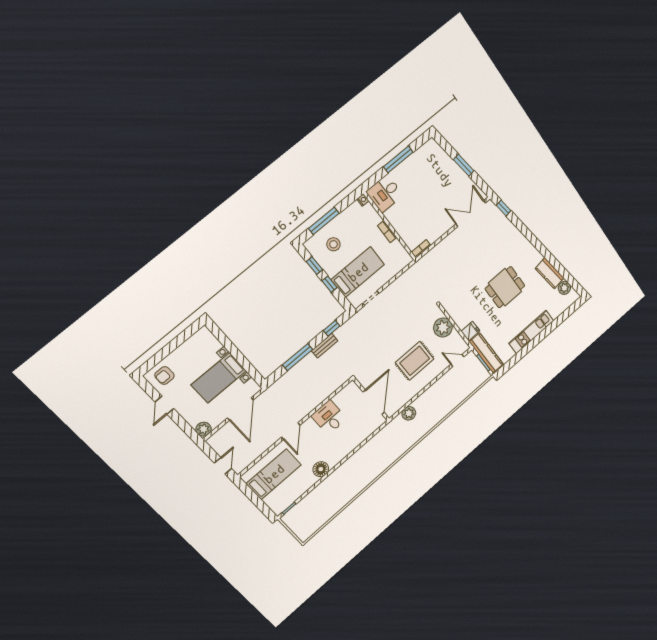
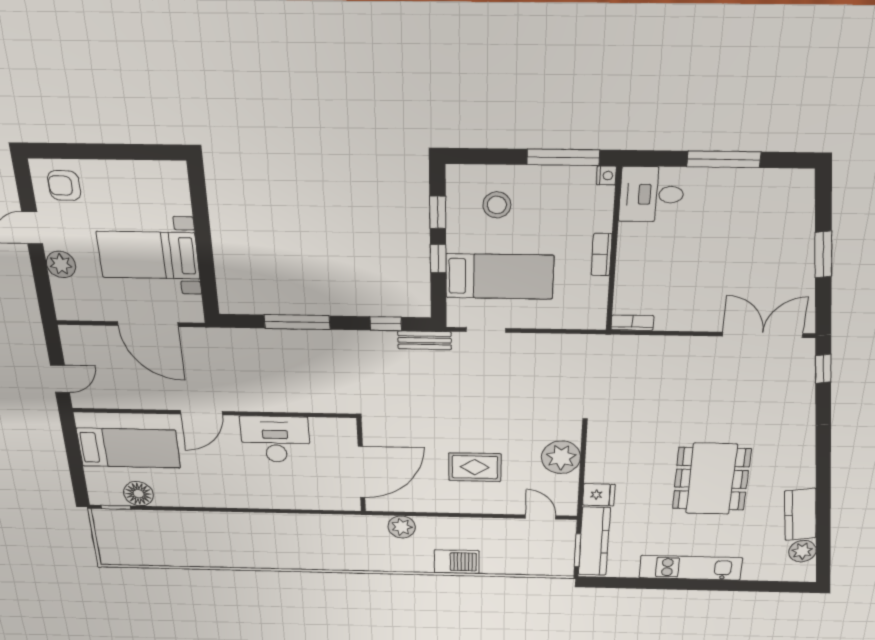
window: (324, 221) -> (563, 157), moved
dining table: (505, 287) -> (711, 479), width x1.37
bench: (325, 346) -> (425, 340), moved
rug: (415, 361) -> (475, 467), width x0.73, depth x0.70
door: (240, 409) -> (148, 324), hinge flipped
barbecue: (443, 410) -> (457, 562), added
desk: (329, 417) -> (275, 439), width x1.37
plant: (204, 429) -> (61, 264), moved
floor lamp: (321, 469) -> (138, 494), moved

